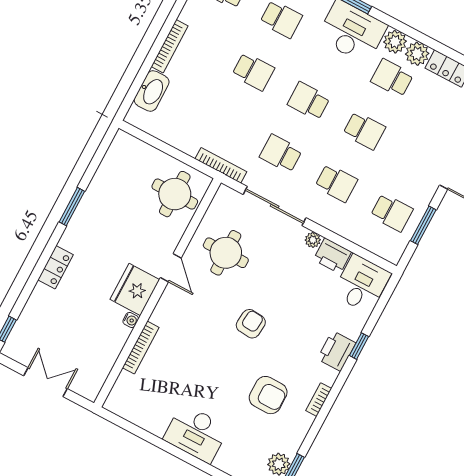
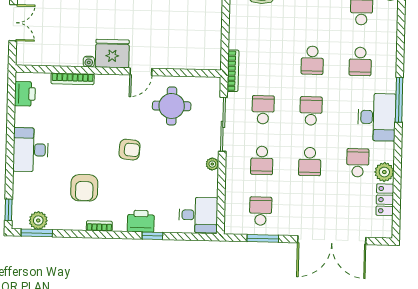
plant: (395, 42) -> (385, 152), removed
round table: (175, 194) -> (196, 48), removed
school desk: (392, 213) -> (261, 211), turned 180
printer: (332, 256) -> (25, 94), moved, turned 180

